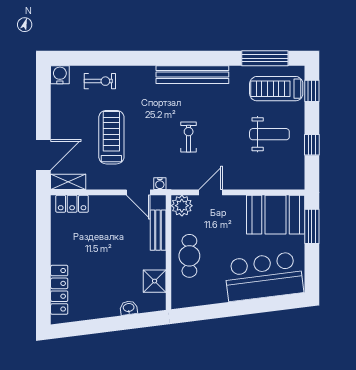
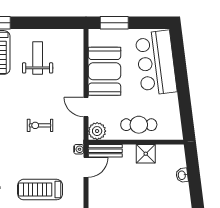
window: (312, 145) -> (46, 23), removed
booth: (276, 215) -> (104, 71), moved
bench: (158, 230) -> (105, 151), moved
shower: (155, 281) -> (146, 154), moved

